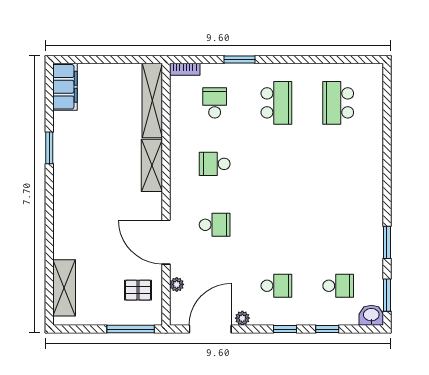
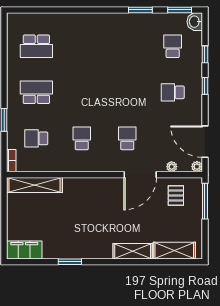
school desk: (215, 164) -> (82, 138), turned 180
shelving: (152, 165) -> (133, 251), moved
school desk: (276, 286) -> (173, 92), turned -90
plant: (242, 318) -> (197, 167), moved

